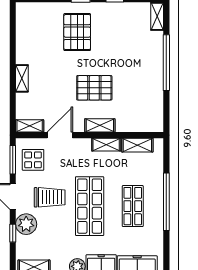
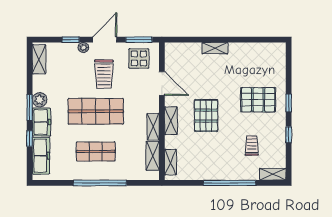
trolley: (126, 39) -> (252, 146), added
shelving: (30, 126) -> (170, 162), moved
plant: (26, 224) -> (83, 48), width x0.53, depth x0.53

